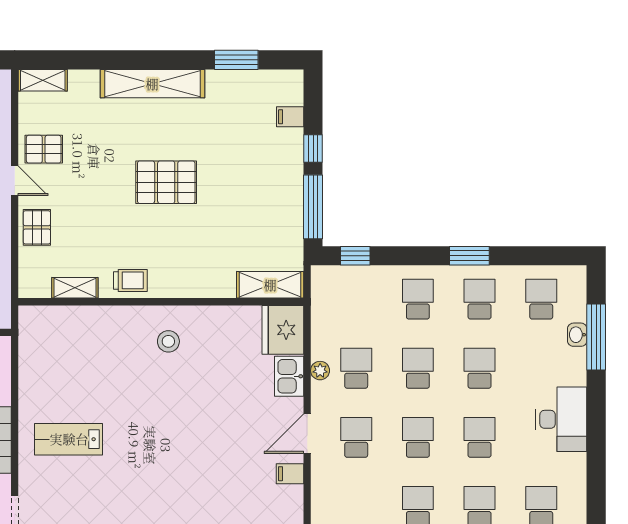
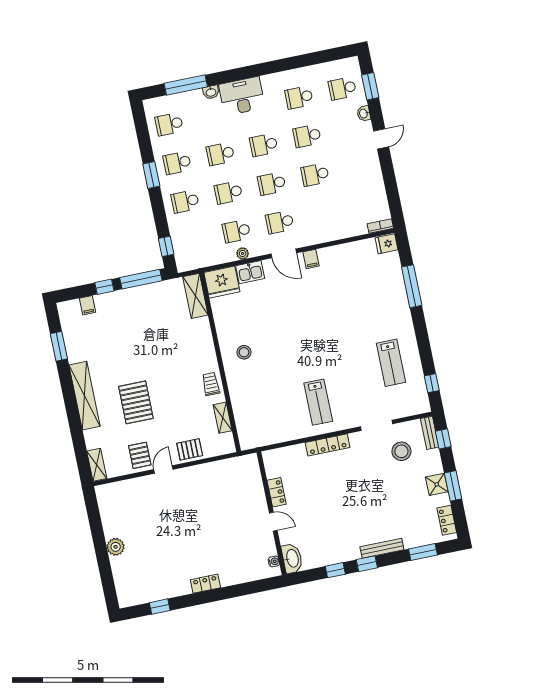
pallet: (166, 182) -> (136, 402), moved
washbasin: (577, 335) -> (211, 92), moved

